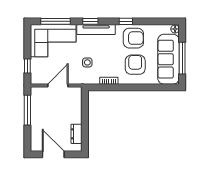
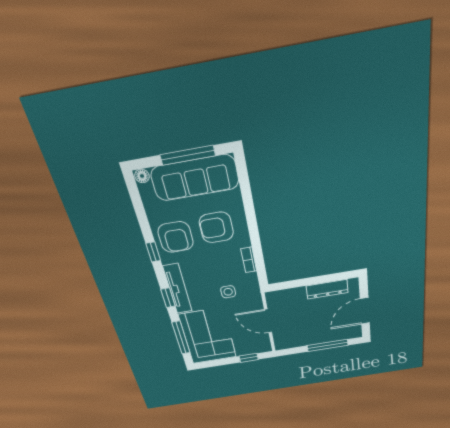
armchair: (133, 38) -> (176, 237), turned 180
window: (27, 110) -> (328, 345), moved
dresser: (77, 134) -> (327, 289), width x1.44

